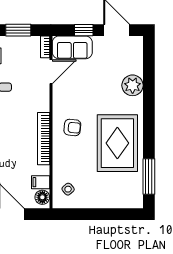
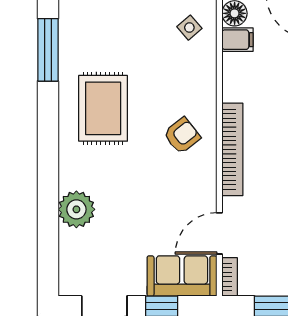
armchair: (72, 127) -> (182, 136), turned 136
bookcase: (44, 139) -> (232, 149), moved
rug: (117, 143) -> (103, 108), width x0.73, depth x0.69

